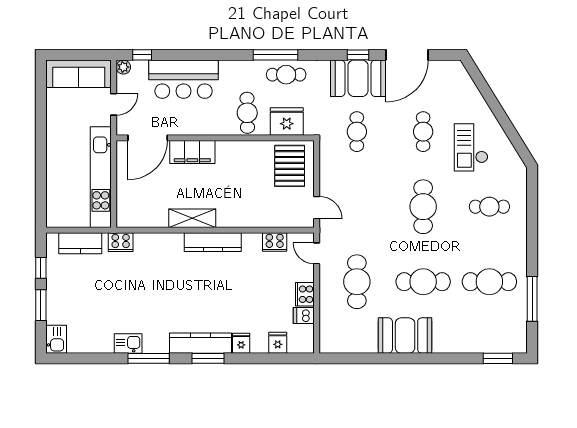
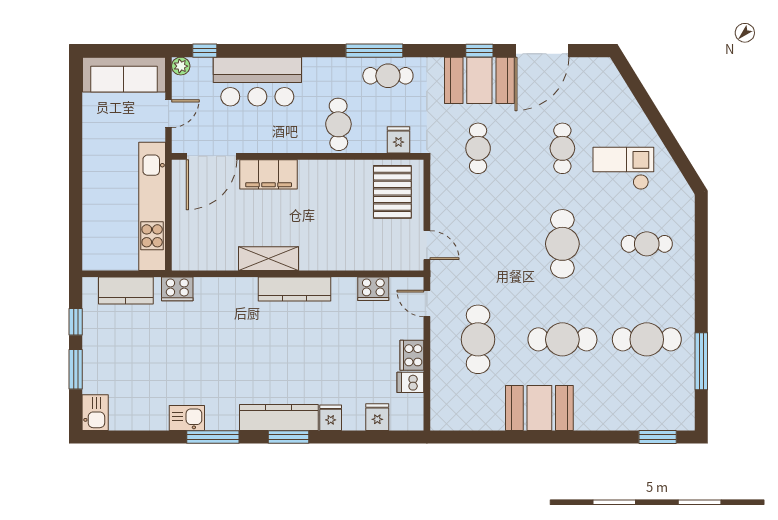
fridge: (287, 121) -> (399, 140), width x0.53, depth x0.75
checkout: (471, 147) -> (623, 168), turned 90

